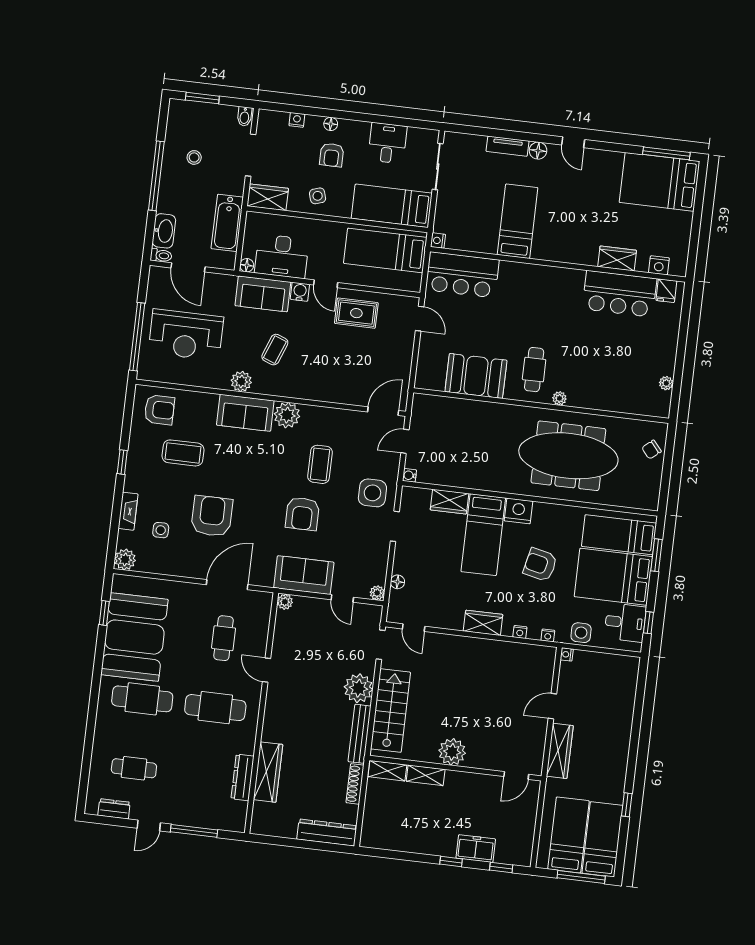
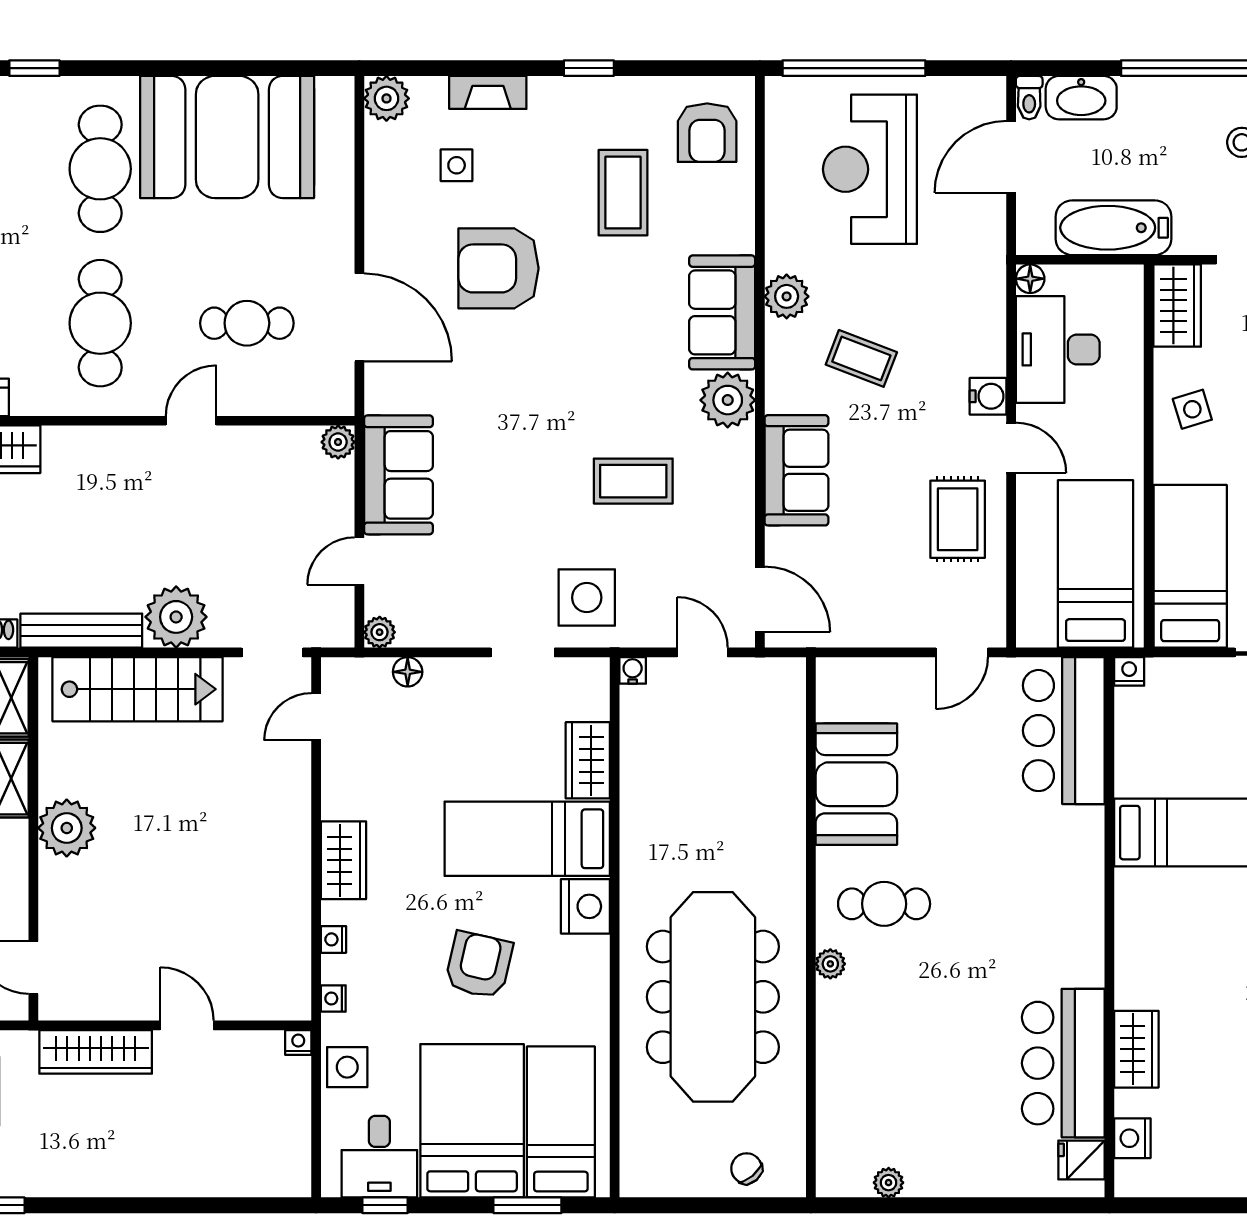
door: (326, 284) -> (1011, 448), swing flipped
sofa: (263, 294) -> (796, 470), moved, turned 180
armchair: (302, 514) -> (526, 457), removed
armchair: (212, 516) -> (498, 268), turned 180
window: (104, 613) -> (34, 68), moved

